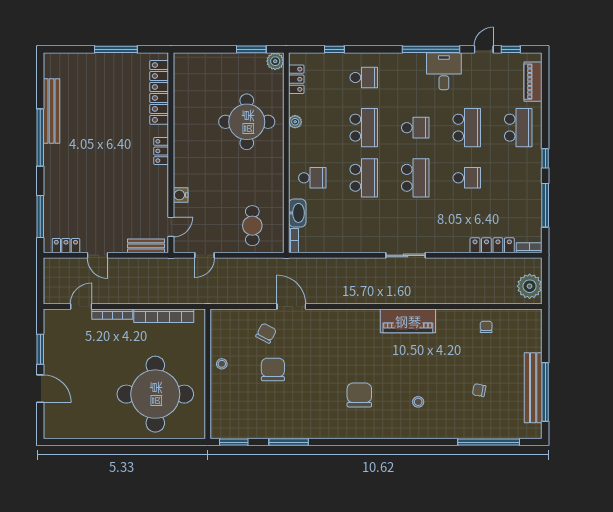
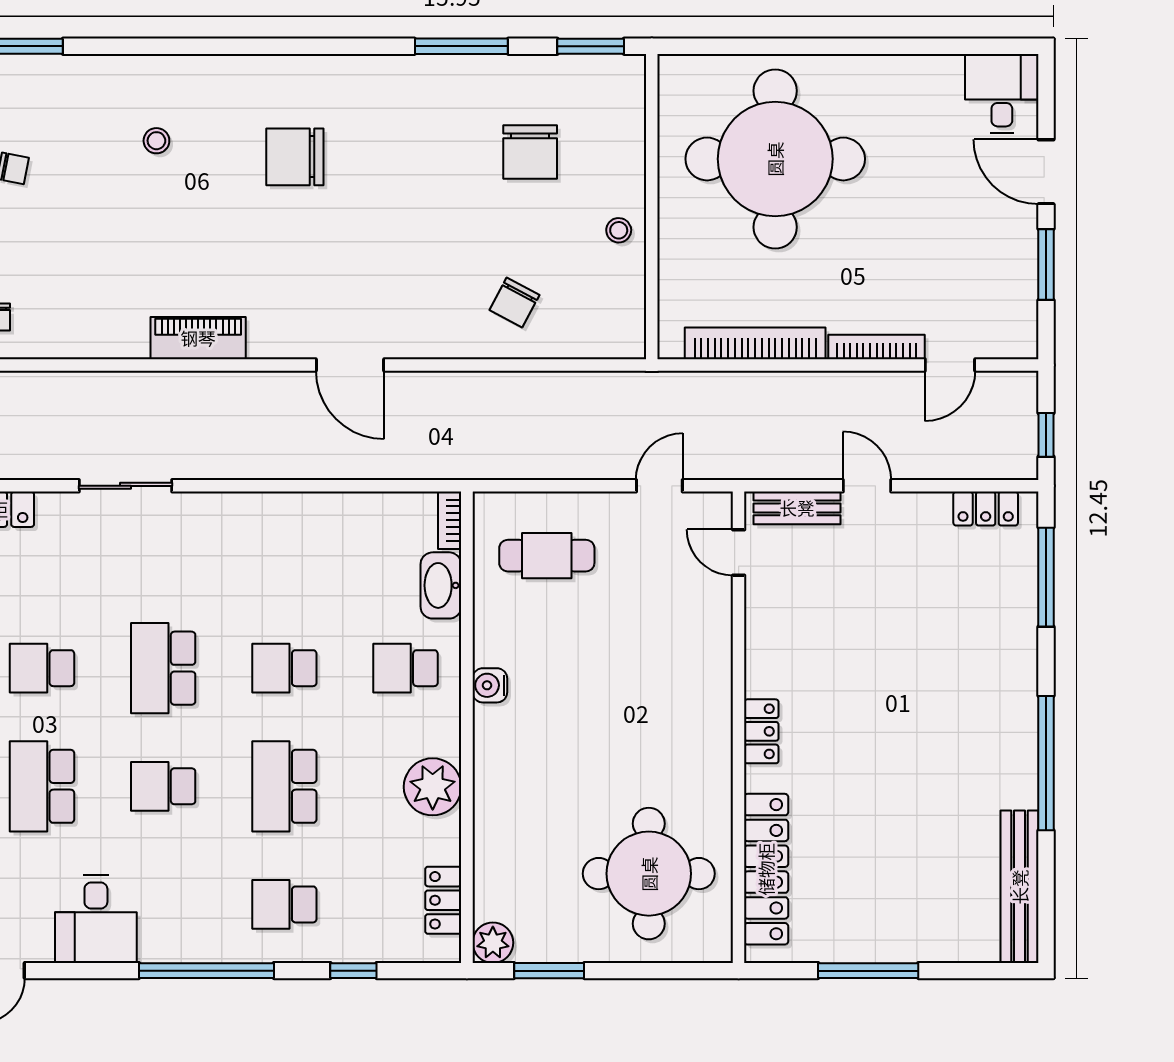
window: (431, 49) -> (206, 971), moved
bench: (52, 111) -> (1020, 887), moved
round table: (247, 122) -> (649, 874), moved
plant: (295, 122) -> (433, 787), width x1.87, depth x1.87
school desk: (364, 178) -> (284, 668), width x0.54
water cooler: (181, 195) -> (490, 685), moved, turned 180
cafe table: (252, 226) -> (547, 556), turned 90
door: (171, 227) -> (739, 552), hinge flipped
door: (97, 255) -> (867, 486), moved
sliding door: (405, 255) -> (126, 486), moved
window: (40, 277) -> (1046, 435), added
door: (291, 307) -> (350, 365), moved
piano: (408, 321) -> (198, 338), width x0.73, depth x0.75
chair: (273, 370) -> (530, 152), moved
chair: (359, 395) -> (295, 157), turned 90
desk: (59, 422) -> (1002, 93), added

